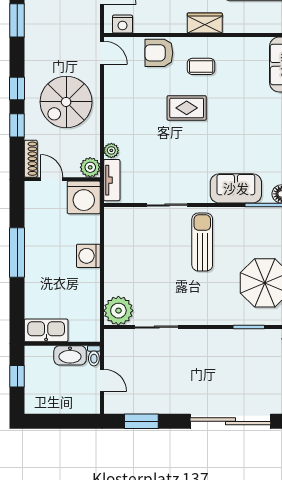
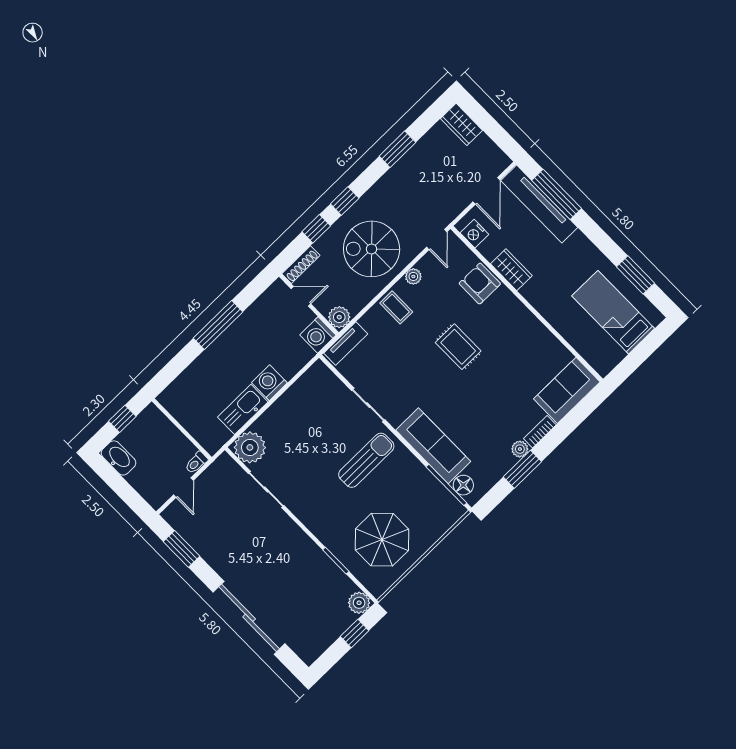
wardrobe: (205, 23) -> (511, 270), moved
coffee table: (201, 66) -> (396, 307), moved
plant: (111, 150) -> (413, 276), moved
door: (52, 179) -> (301, 296), hinge flipped
sofa: (236, 188) -> (433, 446), width x1.36
washing machine: (84, 197) -> (318, 335), width x0.73, depth x0.73
kitchen sink: (46, 330) -> (243, 409), moved, turned -90
washbasin: (70, 355) -> (119, 458), moved, turned 180

